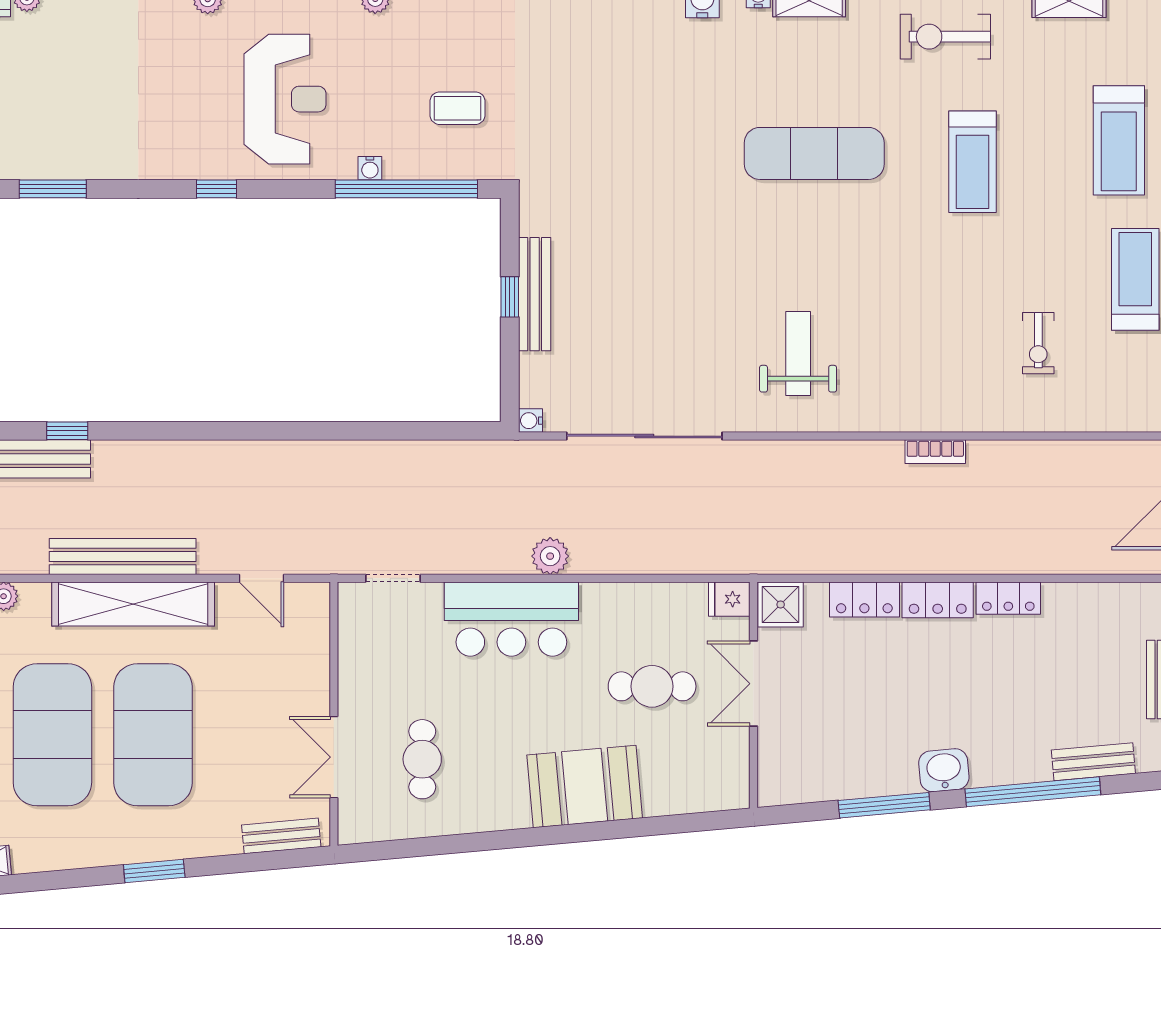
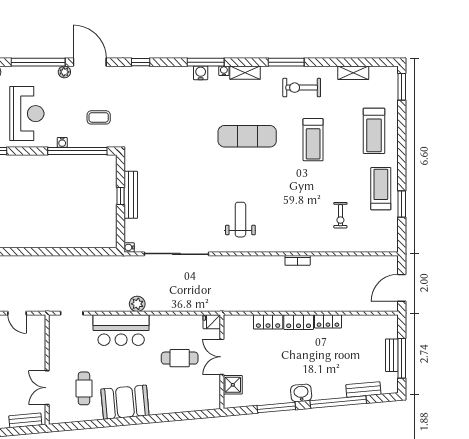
shower: (781, 604) -> (233, 385), moved
booth: (585, 786) -> (125, 402), moved

